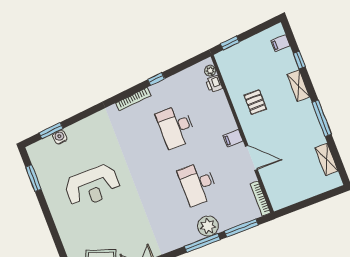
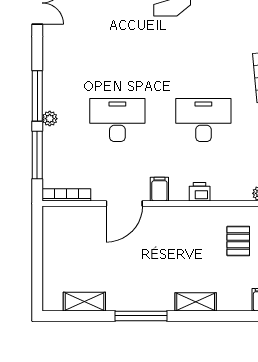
window: (299, 60) -> (229, 316), removed
printer: (214, 84) -> (200, 192), moved
pallet: (255, 102) -> (238, 241), moved, turned 90
plant: (208, 226) -> (50, 119), width x0.53, depth x0.53

